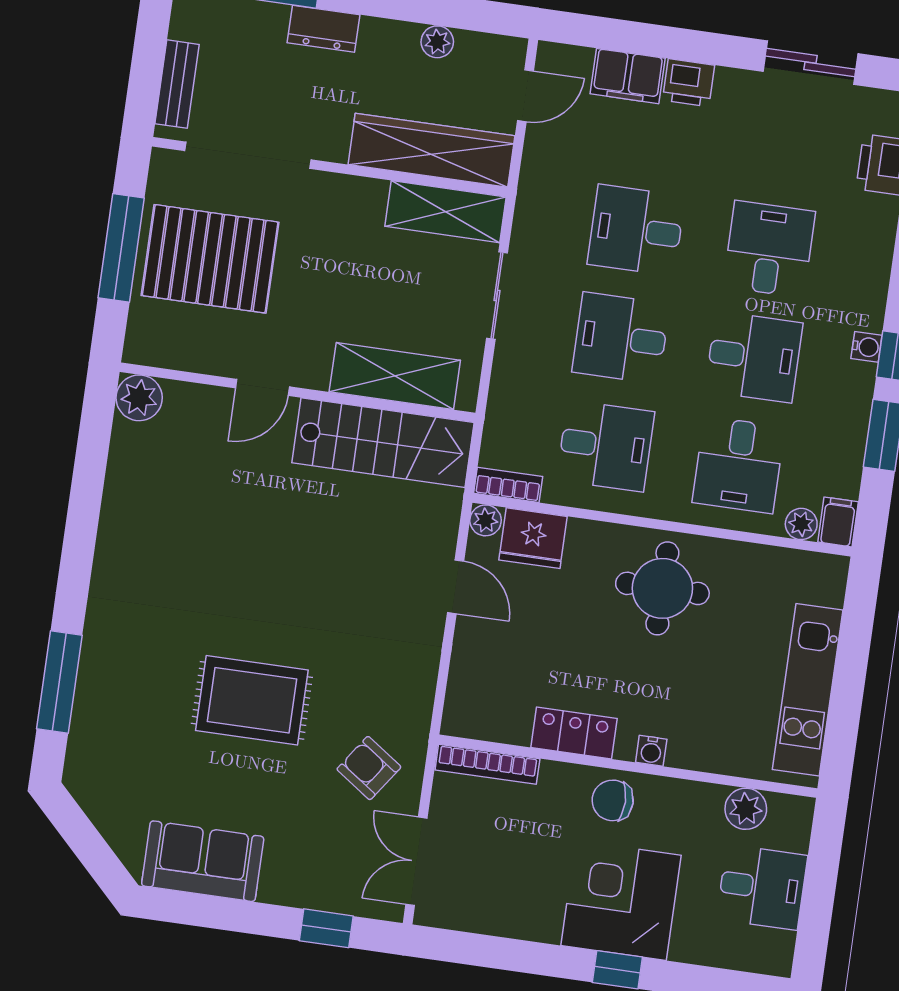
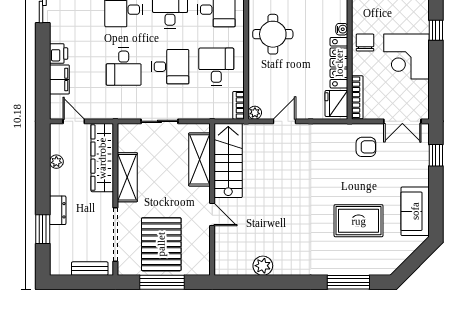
shelving: (445, 212) -> (127, 177), moved
desk: (621, 338) -> (170, 67), turned -90
plant: (139, 398) -> (263, 266), moved
fridge: (533, 538) -> (336, 104), moved, turned 180
rug: (252, 700) -> (359, 221), moved, turned 90
locker: (574, 733) -> (339, 63), width x1.53
armchair: (369, 768) -> (366, 147), turned -125
chair: (613, 800) -> (365, 42), turned 180
corner desk: (621, 900) -> (407, 56), moved

